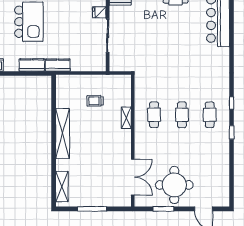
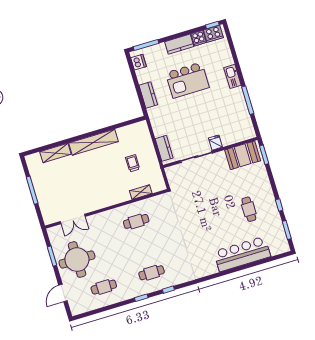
kitchen counter: (58, 65) -> (164, 148), moved
cafe table: (182, 115) -> (104, 287), moved
shelving: (126, 118) -> (141, 192), moved
double door: (133, 177) -> (73, 219), width x0.73
shelving: (62, 187) -> (55, 153), moved

